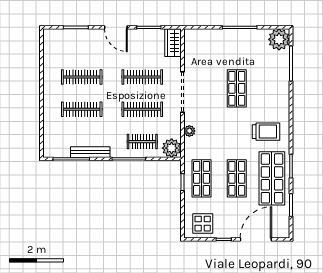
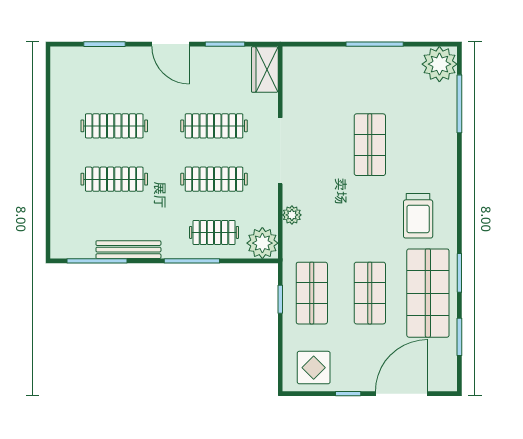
trolley: (266, 132) -> (418, 216), turned 90

